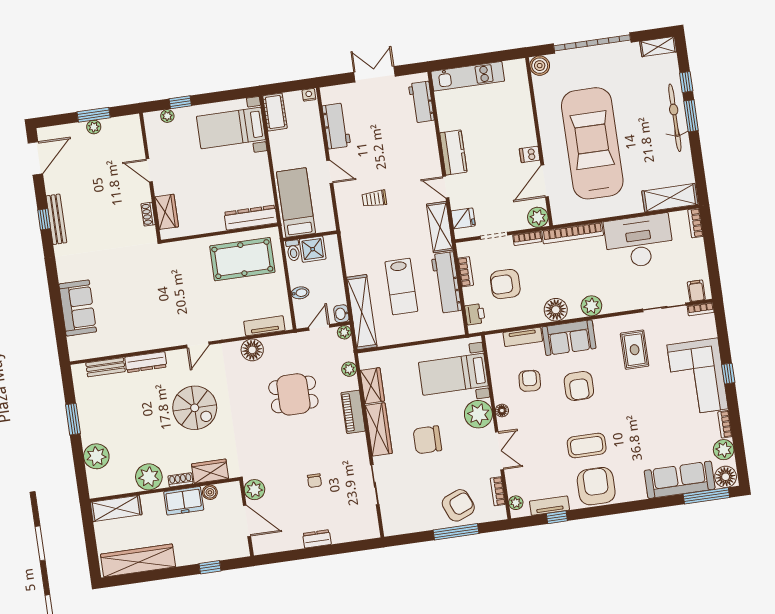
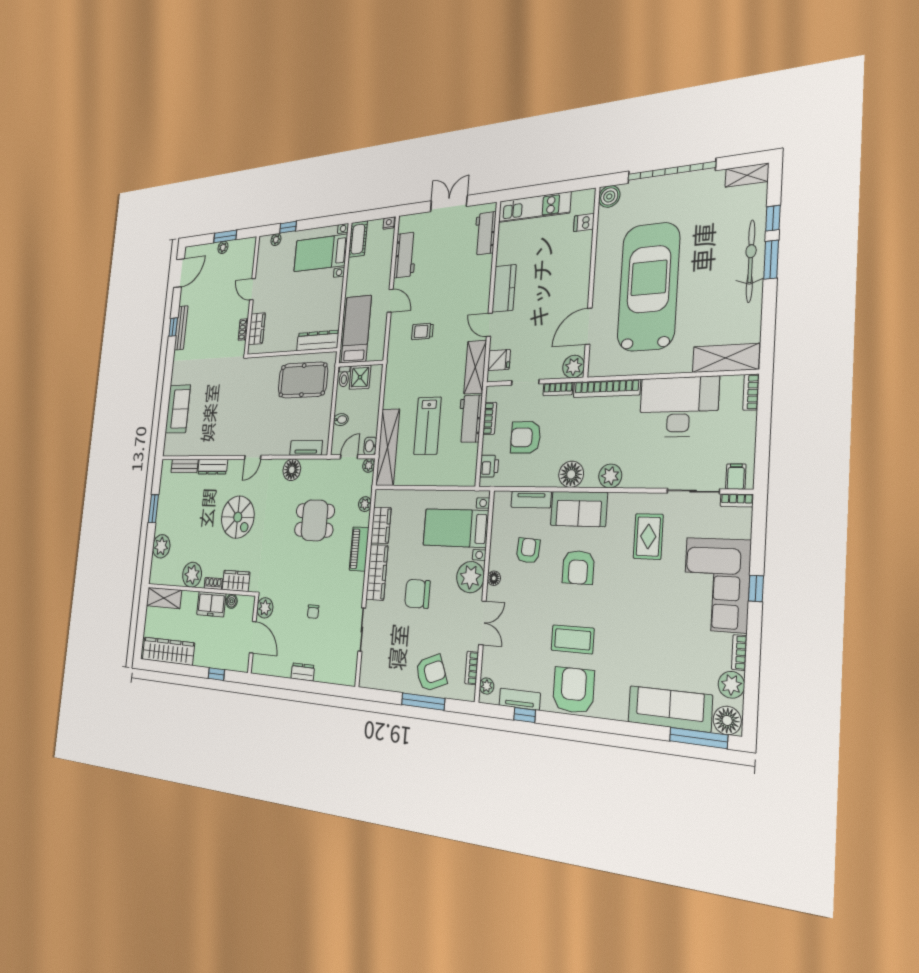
dishwasher: (530, 154) -> (584, 223), moved
workbench: (446, 283) -> (470, 419), width x0.73

